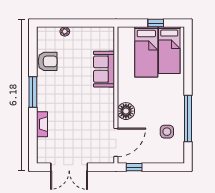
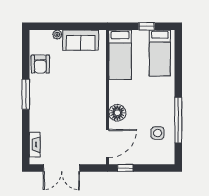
bed: (146, 52) -> (120, 55), moved
armchair: (48, 61) -> (40, 64), turned 90
sofa: (104, 69) -> (81, 40), moved, turned -90
fireplace: (42, 124) -> (35, 145), moved

